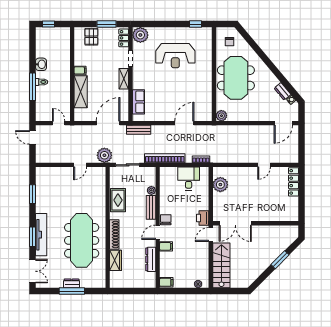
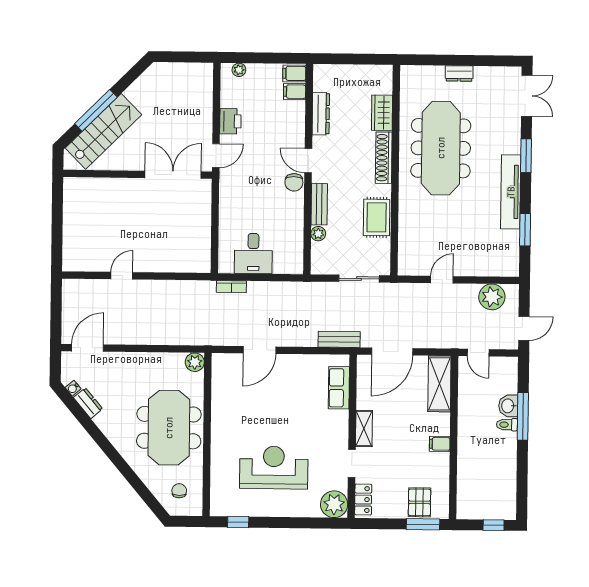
window: (107, 24) -> (423, 524), moved
washbasin: (41, 64) -> (508, 406), moved
shelving: (81, 92) -> (439, 384), moved
door: (33, 137) -> (524, 328), hinge flipped
plant: (104, 155) -> (492, 297), moved
bookcase: (165, 158) -> (294, 289), removed
locker: (293, 182) -> (71, 245), removed
plant: (220, 185) -> (198, 242), removed
printer: (203, 218) -> (230, 121), moved
door: (158, 232) -> (308, 161), swing flipped
tv unit: (41, 235) -> (511, 192), moved
filing cabinet: (166, 246) -> (295, 92), moved
window: (280, 260) -> (96, 110), width x1.44
stairs: (221, 265) -> (103, 131), moved, turned -135
double door: (33, 271) -> (527, 96), swing flipped
window: (72, 291) -> (459, 60), removed

